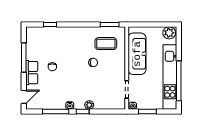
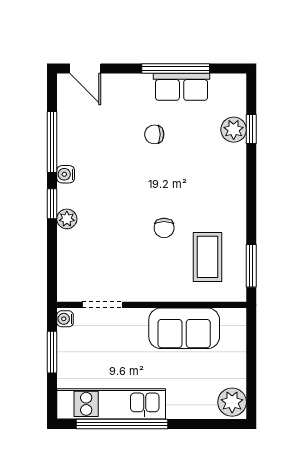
plant: (50, 32) -> (234, 130), added
sofa: (137, 54) -> (184, 328), width x0.73
row of seats: (32, 73) -> (182, 87), moved
kitchen unit: (170, 77) -> (111, 404), width x0.73

